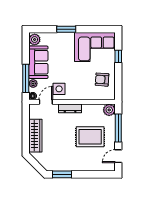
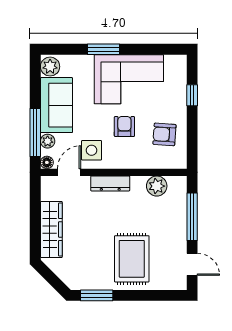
corner sofa: (95, 47) -> (129, 79), moved
armchair: (78, 75) -> (124, 126), added
plant: (109, 110) -> (157, 186), moved
rug: (90, 137) -> (132, 259), moved, turned 90
door: (118, 156) -> (192, 264), swing flipped

